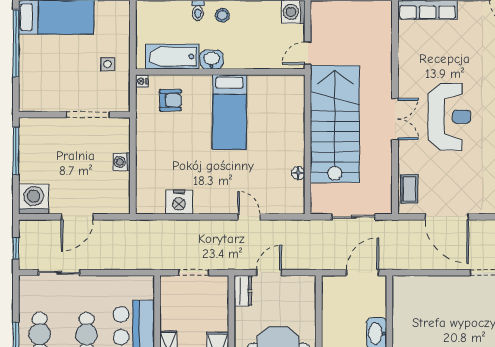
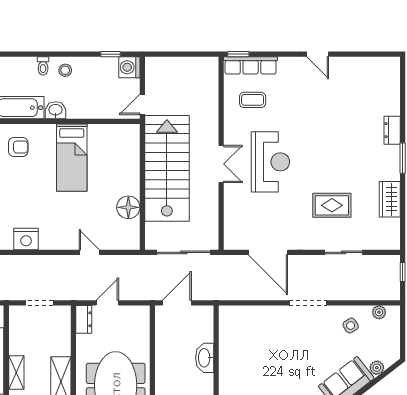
floor lamp: (298, 173) -> (128, 207), width x1.89, depth x1.89
coffee table: (409, 189) -> (253, 100), moved, turned 90
sliding door: (354, 217) -> (184, 252), width x1.37
door: (363, 273) -> (177, 303), moved

